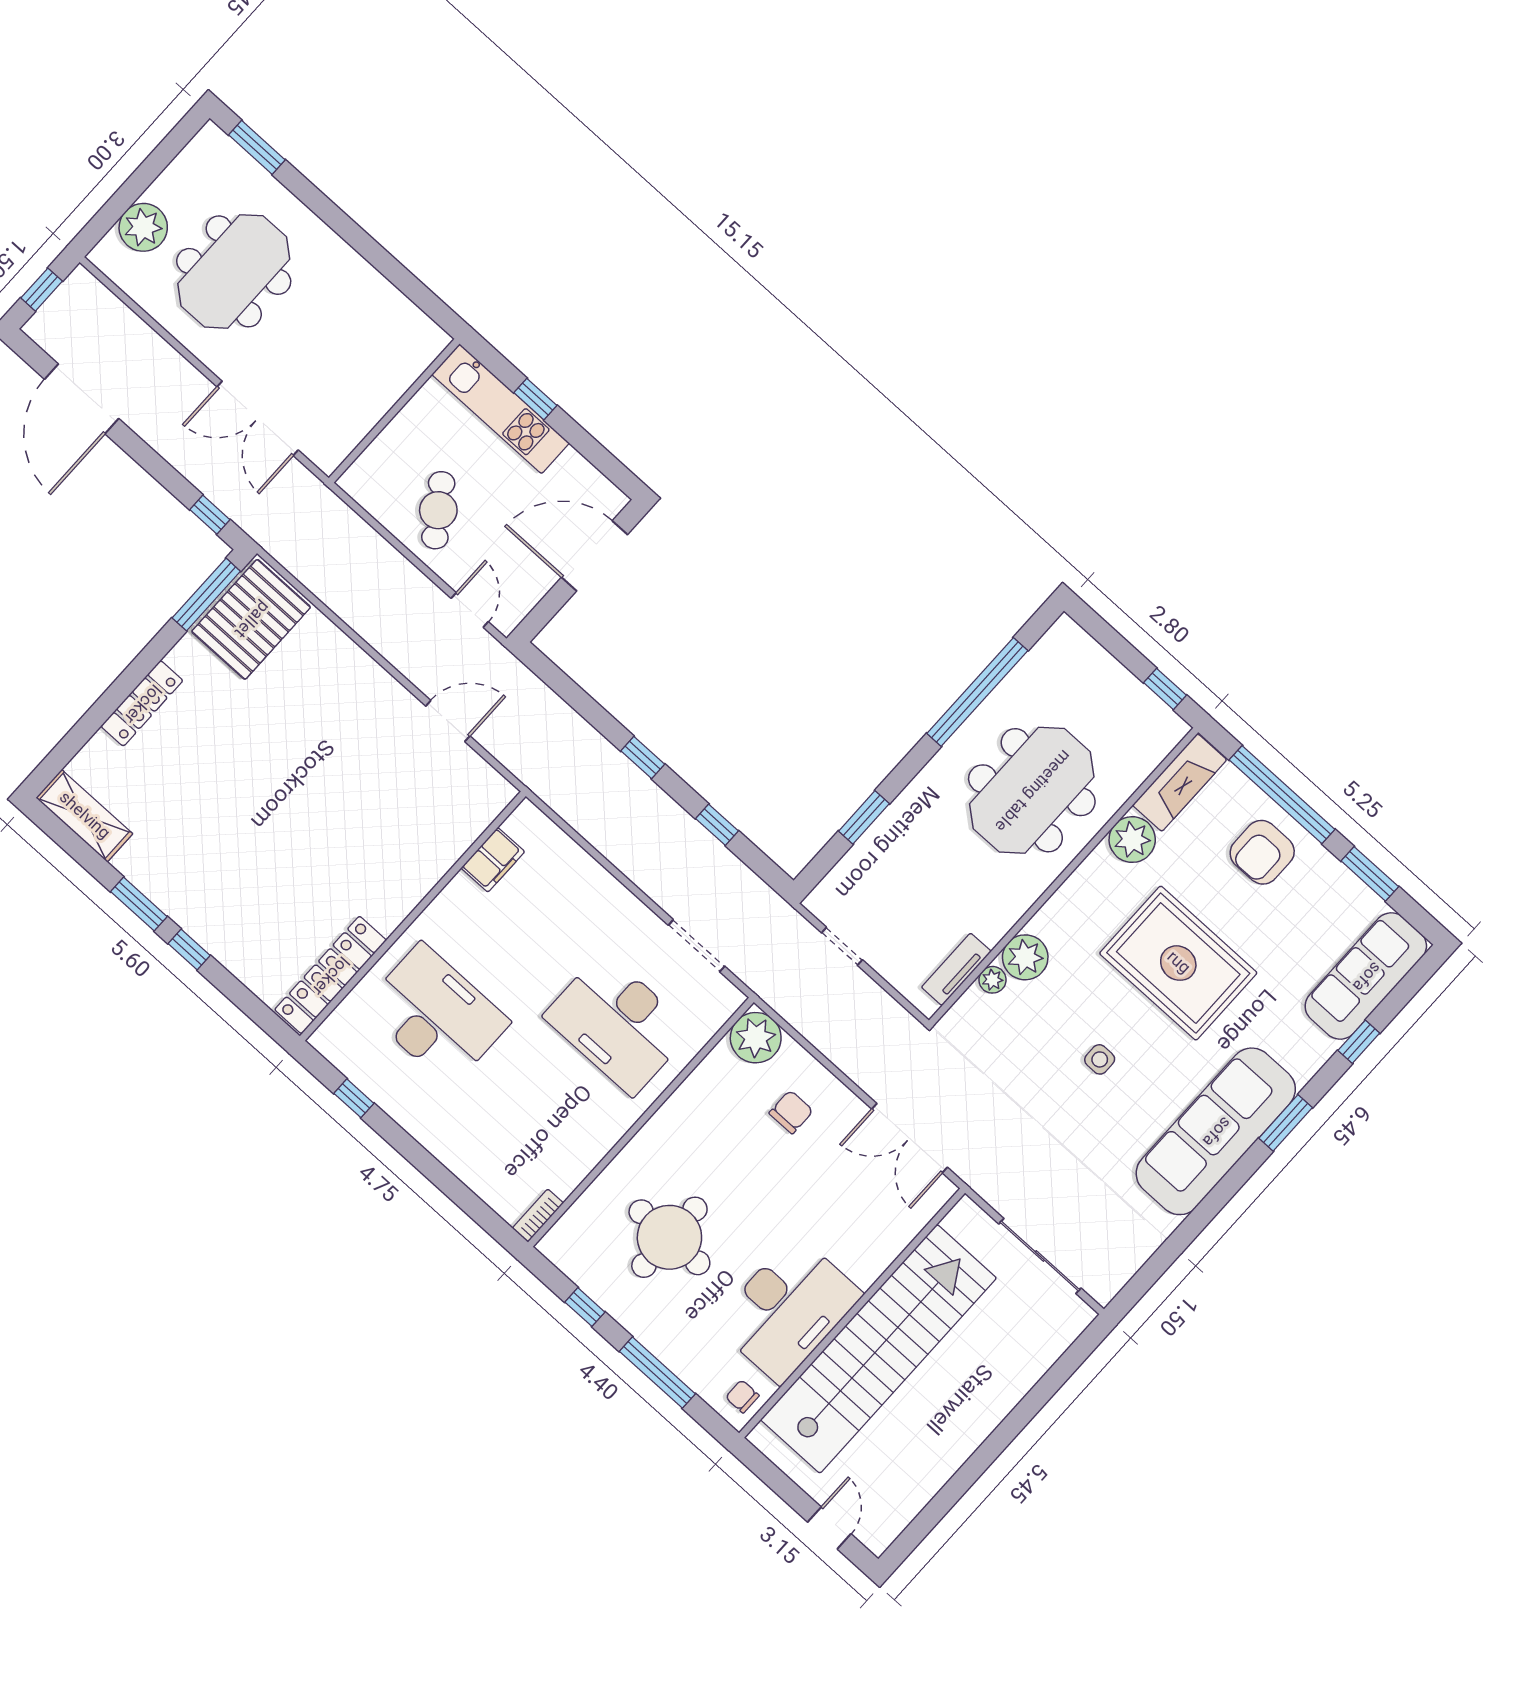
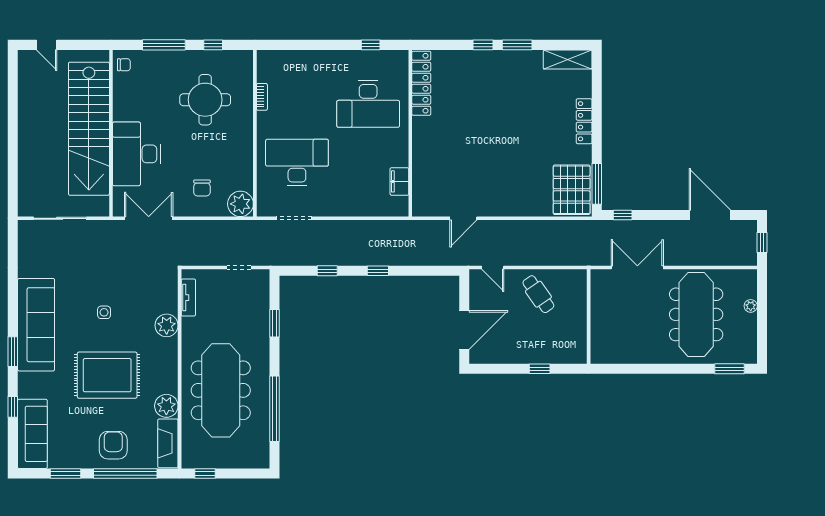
plant: (143, 227) -> (751, 306), width x0.53, depth x0.53
meeting table: (234, 271) -> (696, 314), width x1.36
kitchen unit: (501, 409) -> (549, 353), removed
meeting table: (1032, 790) -> (221, 390), width x1.36
plant: (993, 980) -> (171, 306), removed
bookcase: (538, 1215) -> (262, 97), moved
desk: (788, 1309) -> (136, 154), moved

